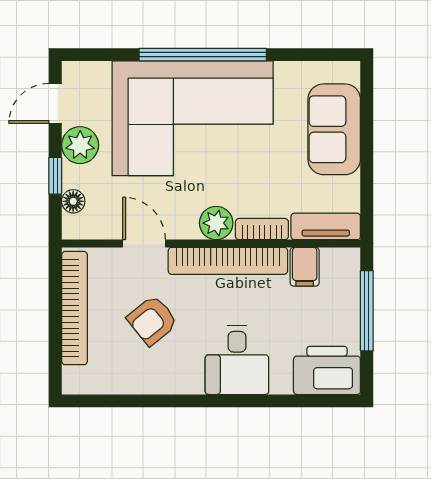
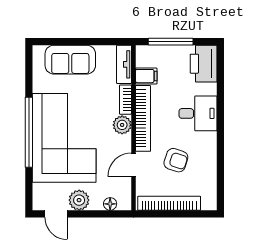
window: (55, 176) -> (96, 214), removed
armchair: (152, 320) -> (176, 160), turned -33

